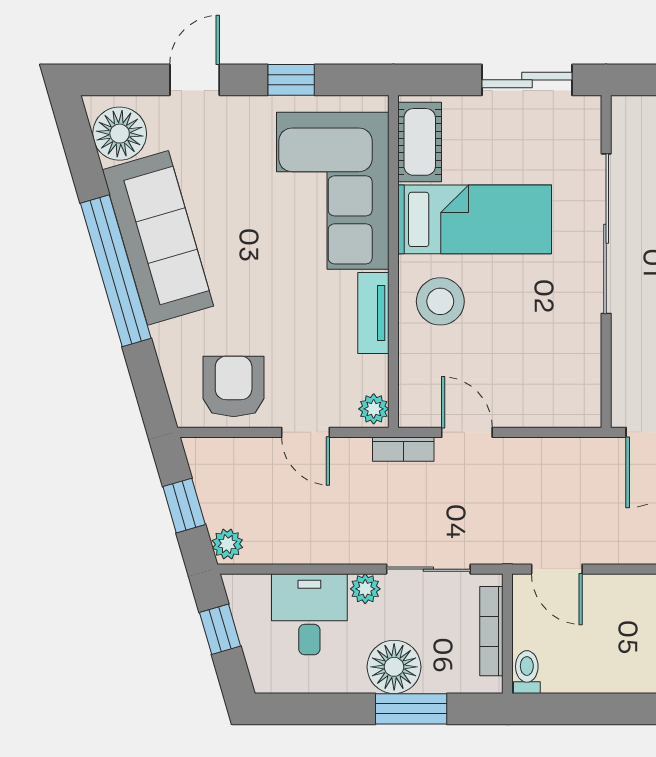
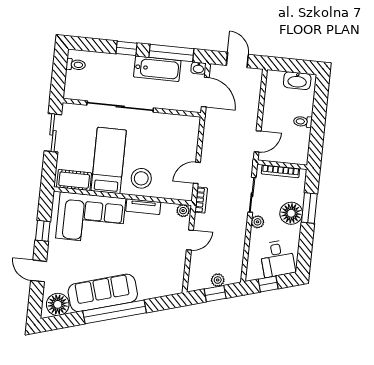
armchair: (234, 386) -> (168, 268), removed
plant: (227, 544) -> (218, 280), moved
desk: (309, 614) -> (277, 259), moved, turned -106
toilet: (527, 672) -> (303, 122), moved

